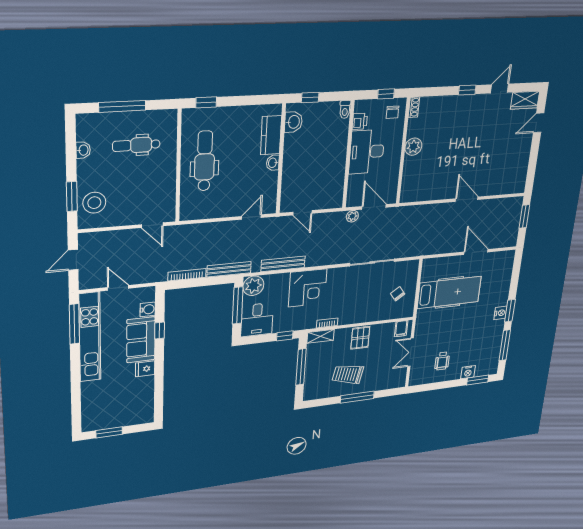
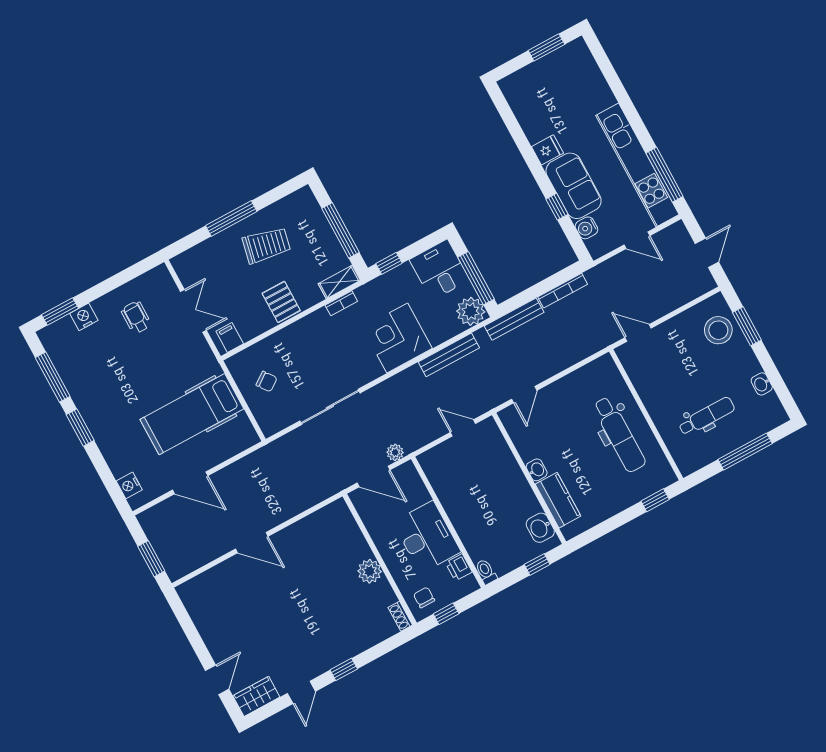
nightstand: (500, 313) -> (129, 485), moved

